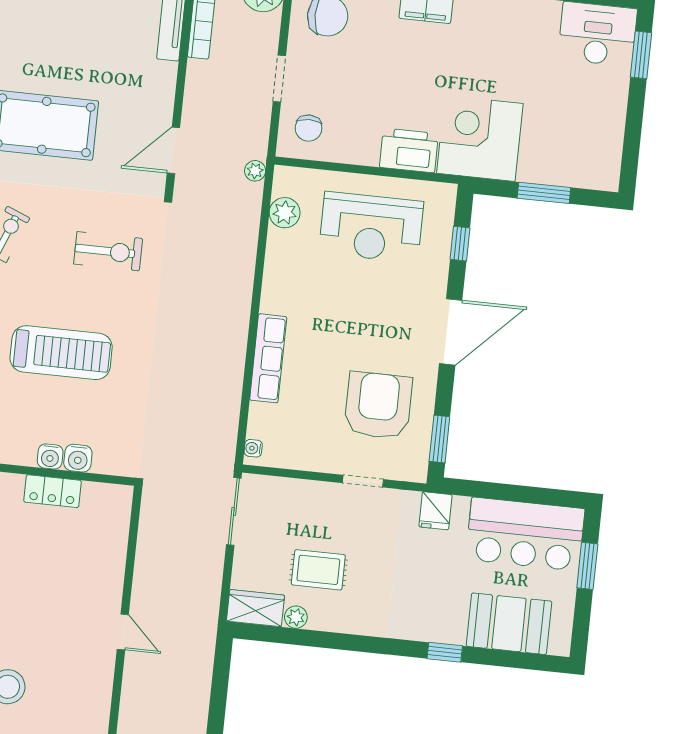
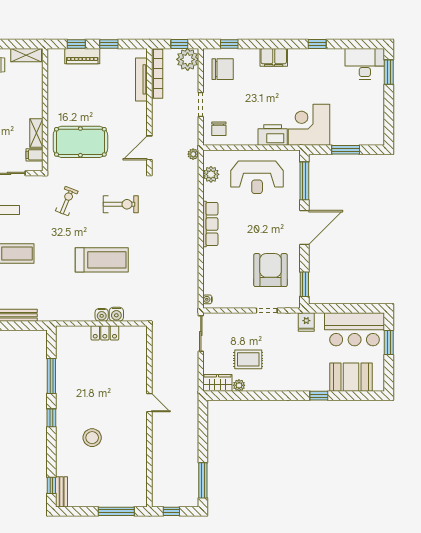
window: (460, 244) -> (304, 181), width x2.17
row of seats: (268, 358) -> (210, 224), moved

